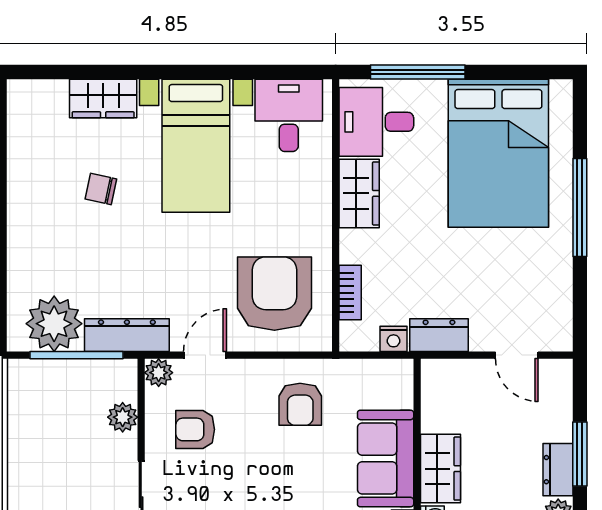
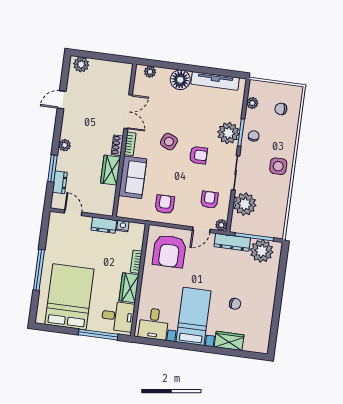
bookcase: (350, 293) -> (136, 262), moved
plant: (123, 417) -> (245, 204), width x1.87, depth x1.87
armchair: (195, 429) -> (209, 200), turned -90
dresser: (558, 470) -> (60, 182), moved

